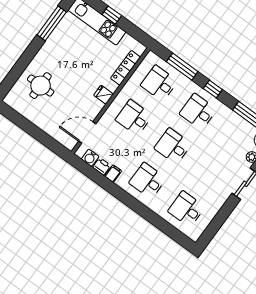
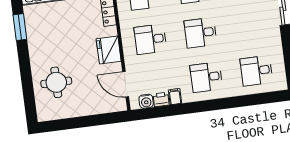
window: (52, 23) -> (20, 27), width x0.69
fridge: (103, 95) -> (109, 50), width x1.88, depth x1.34
door: (87, 133) -> (126, 84), hinge flipped

